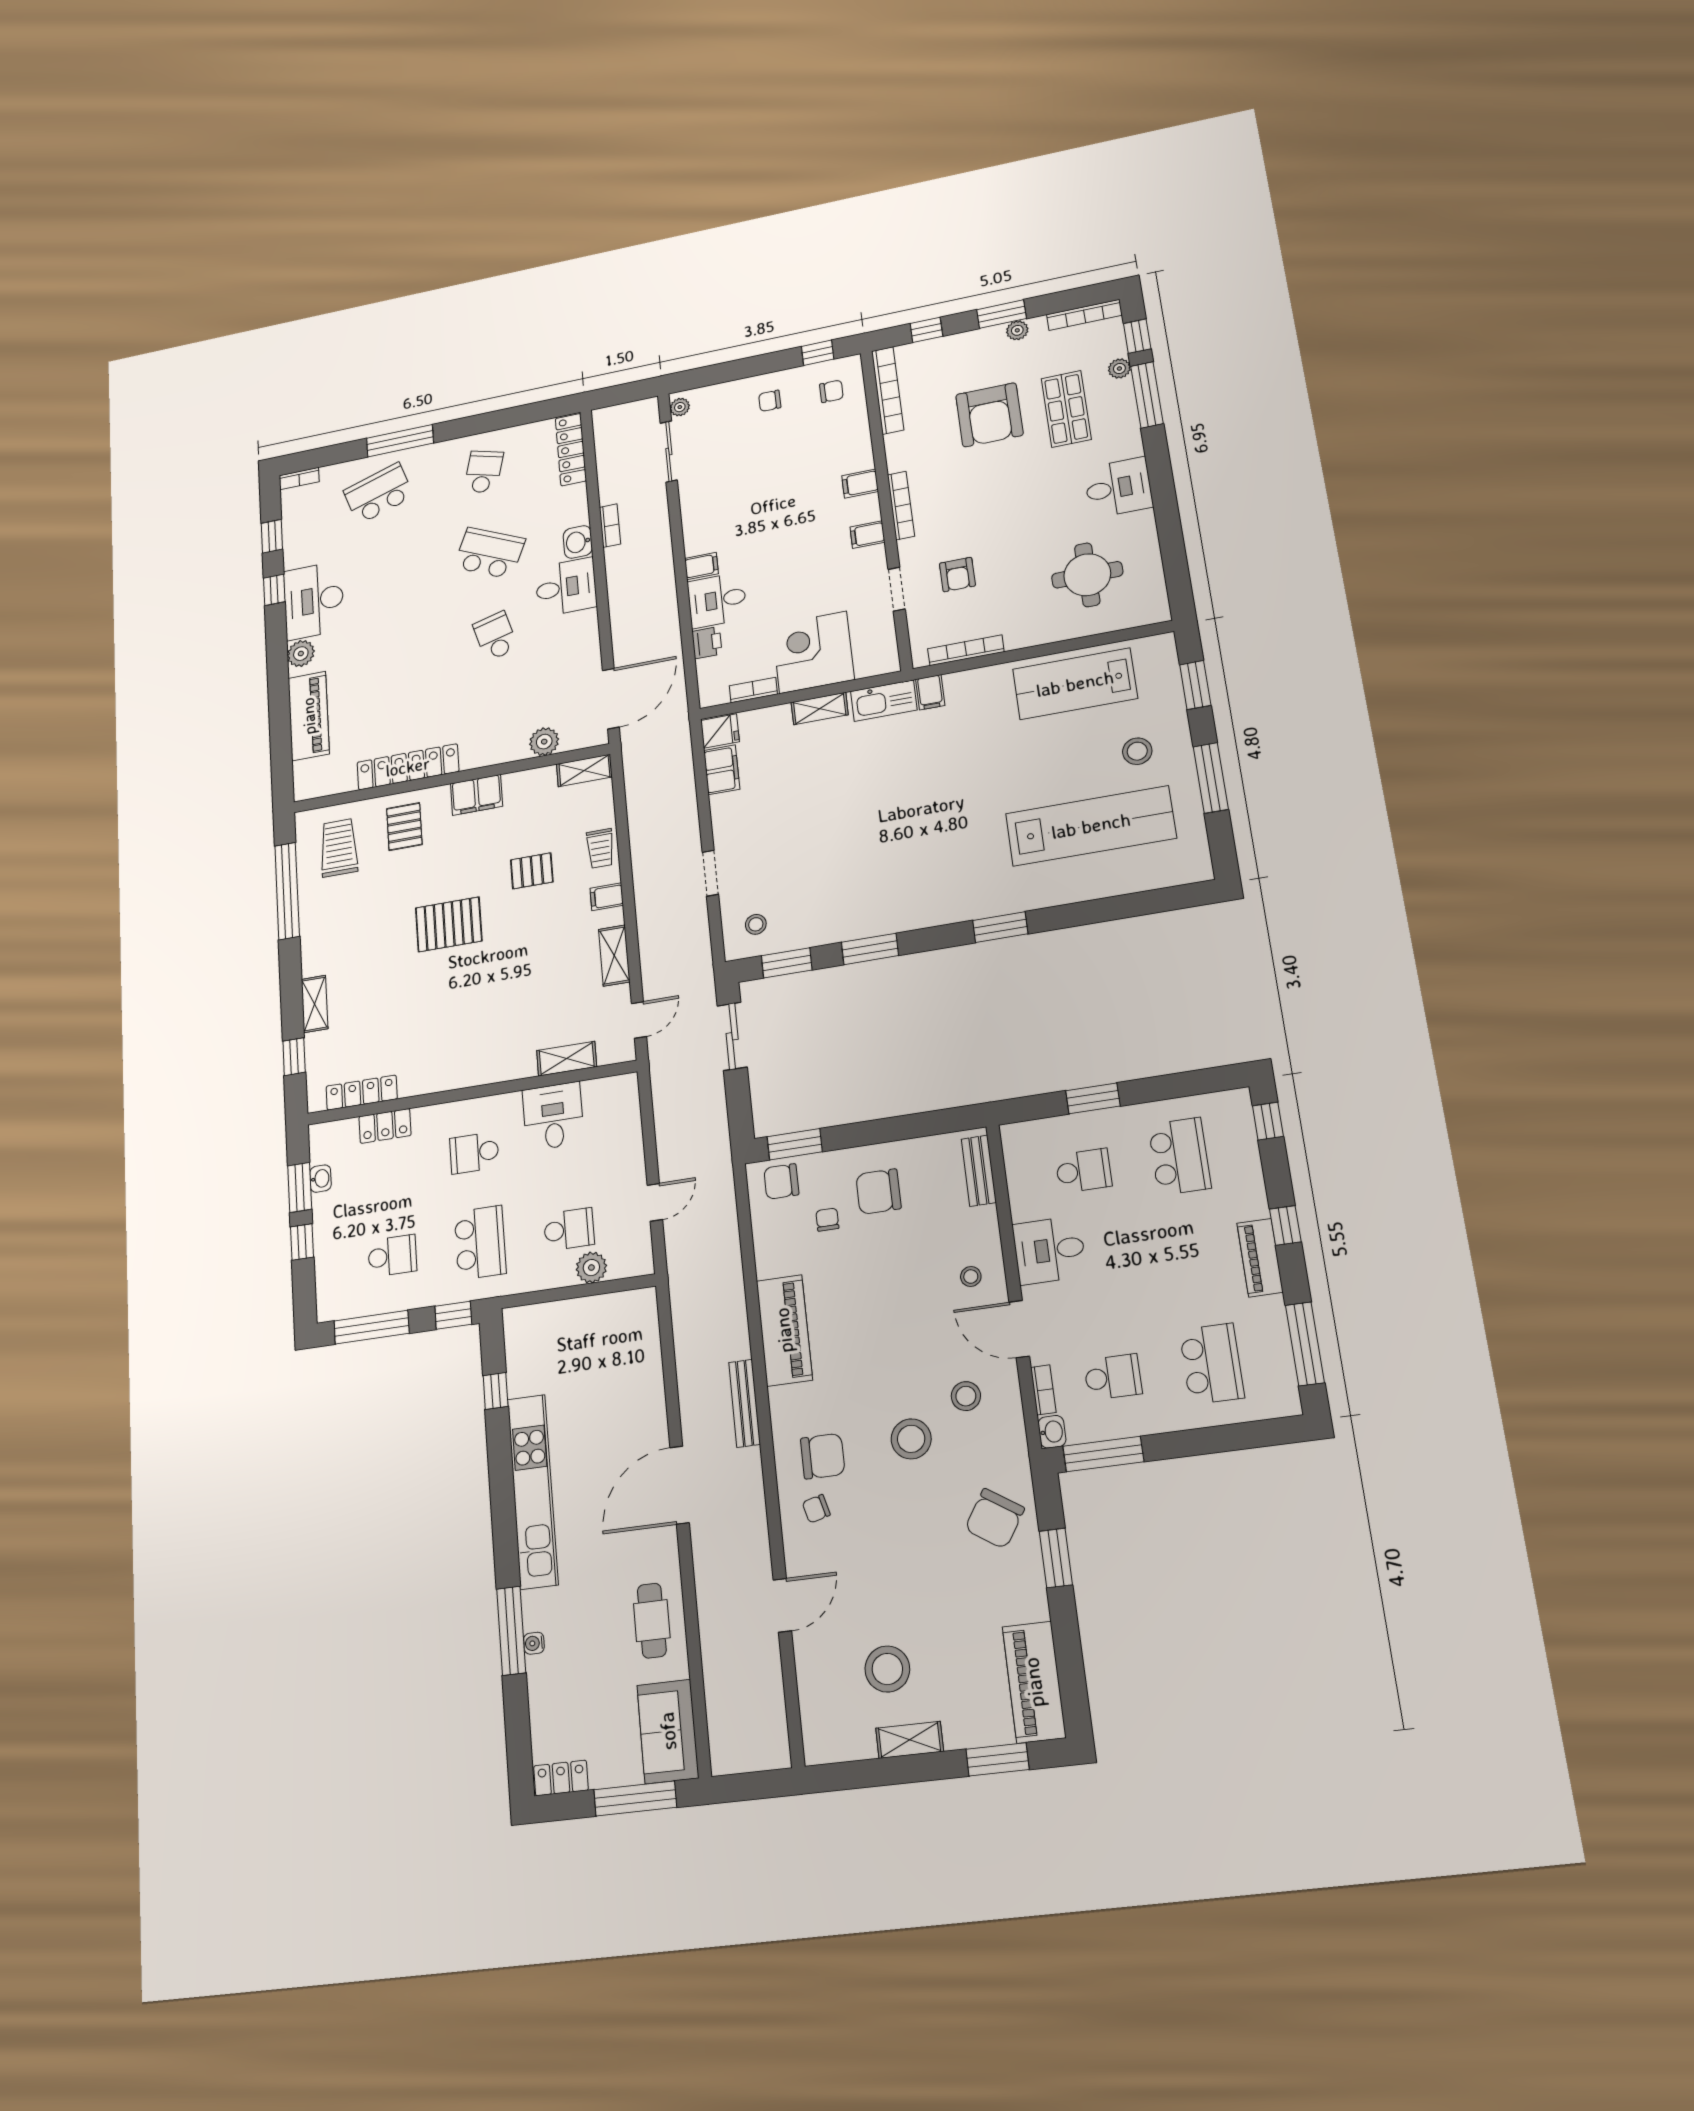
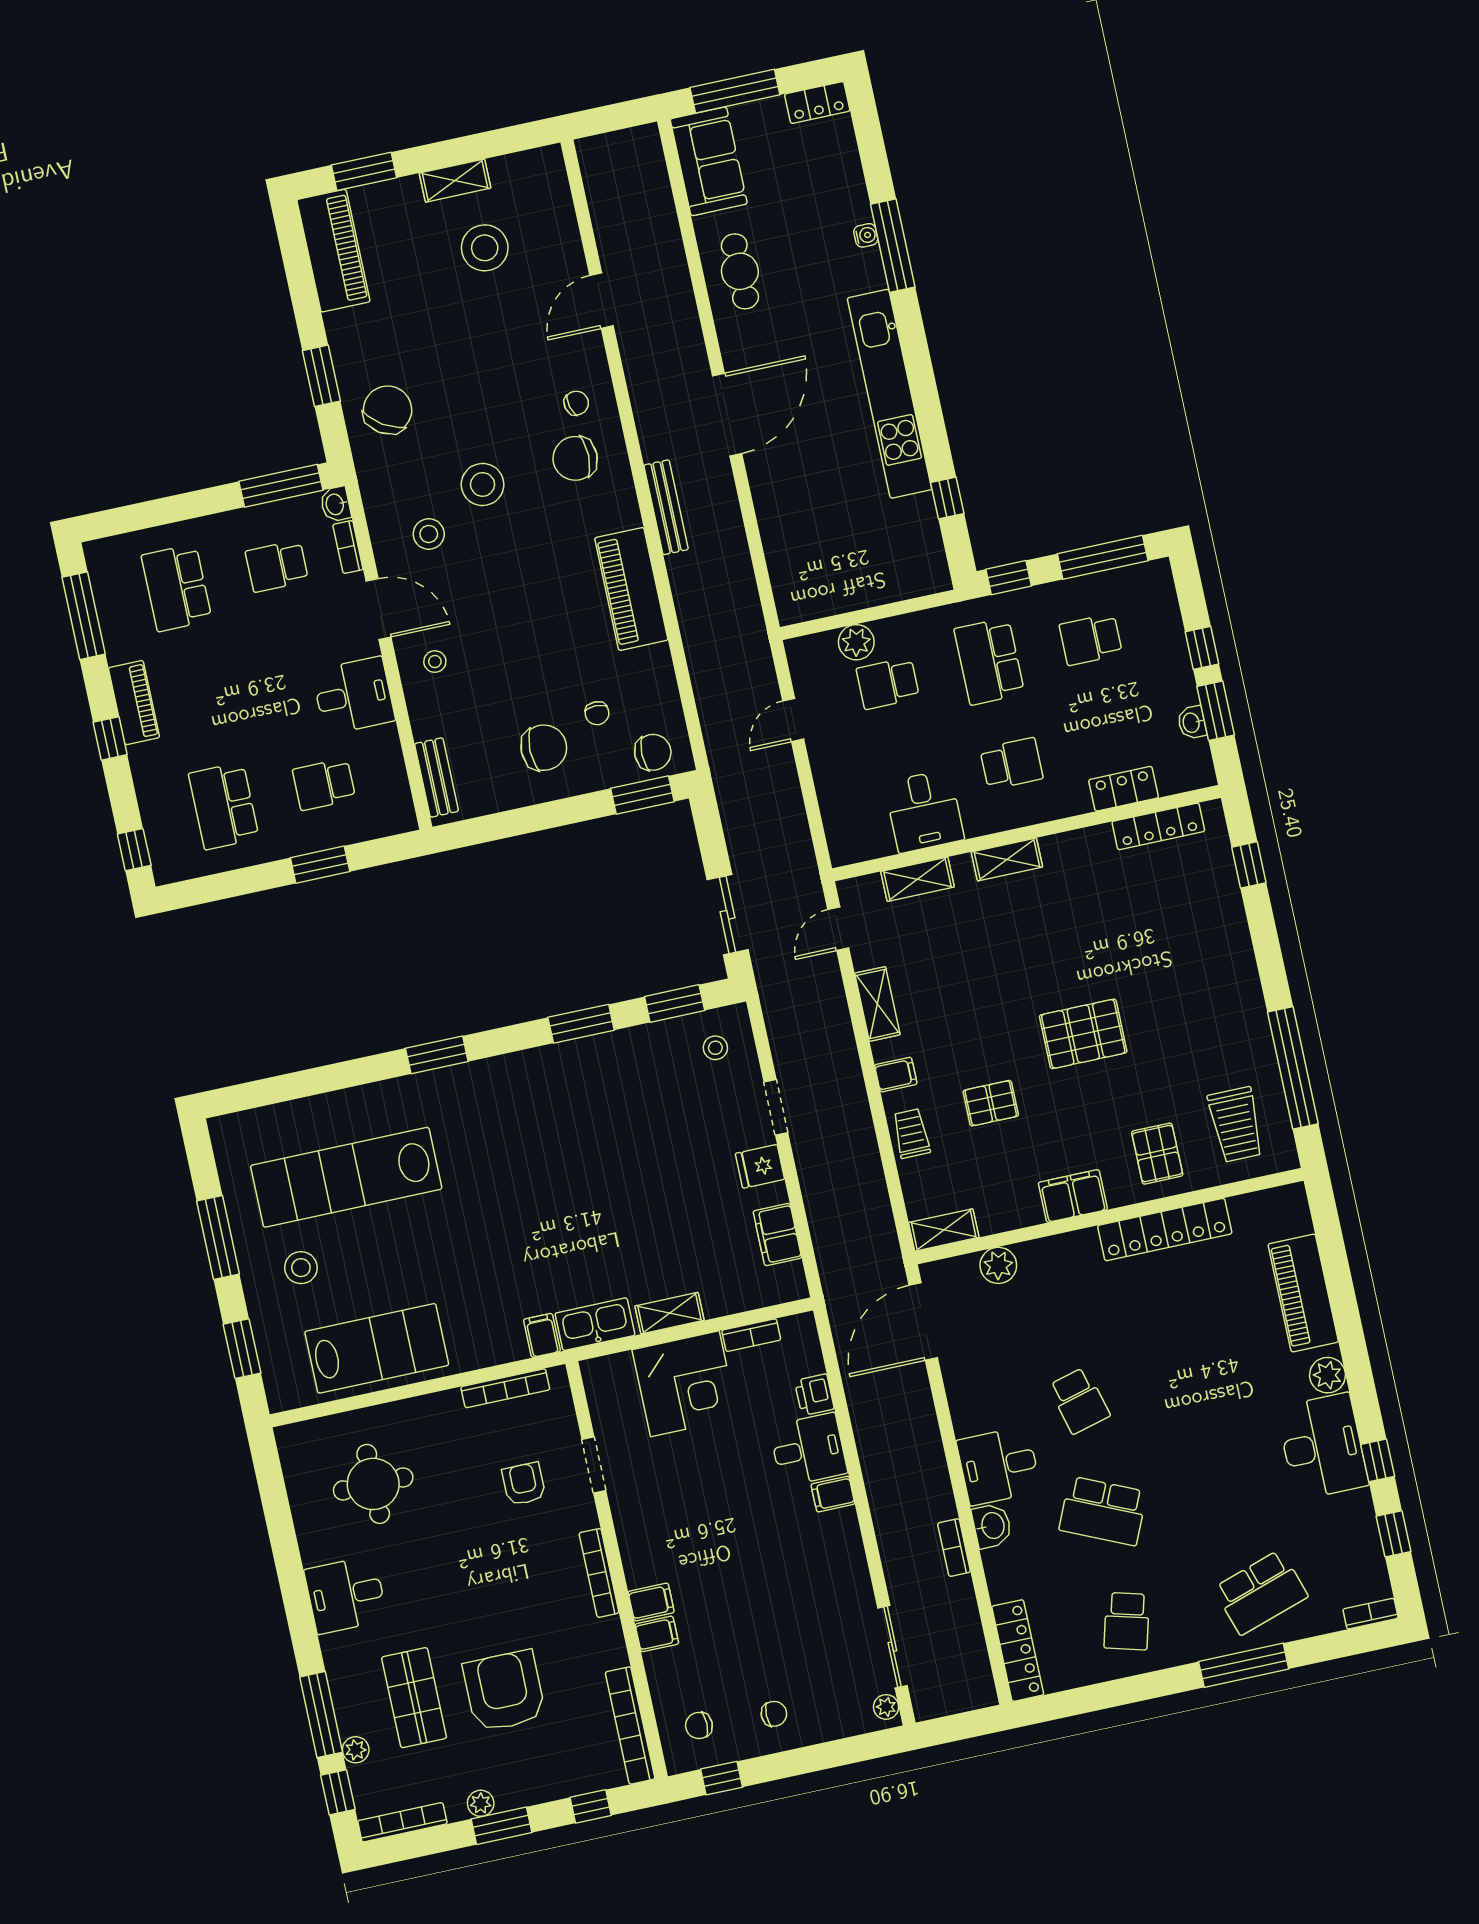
filing cabinet: (867, 535) -> (657, 1634), moved
fridge: (720, 731) -> (760, 1166), moved
shelving: (315, 1004) -> (1007, 859), moved, turned 90

